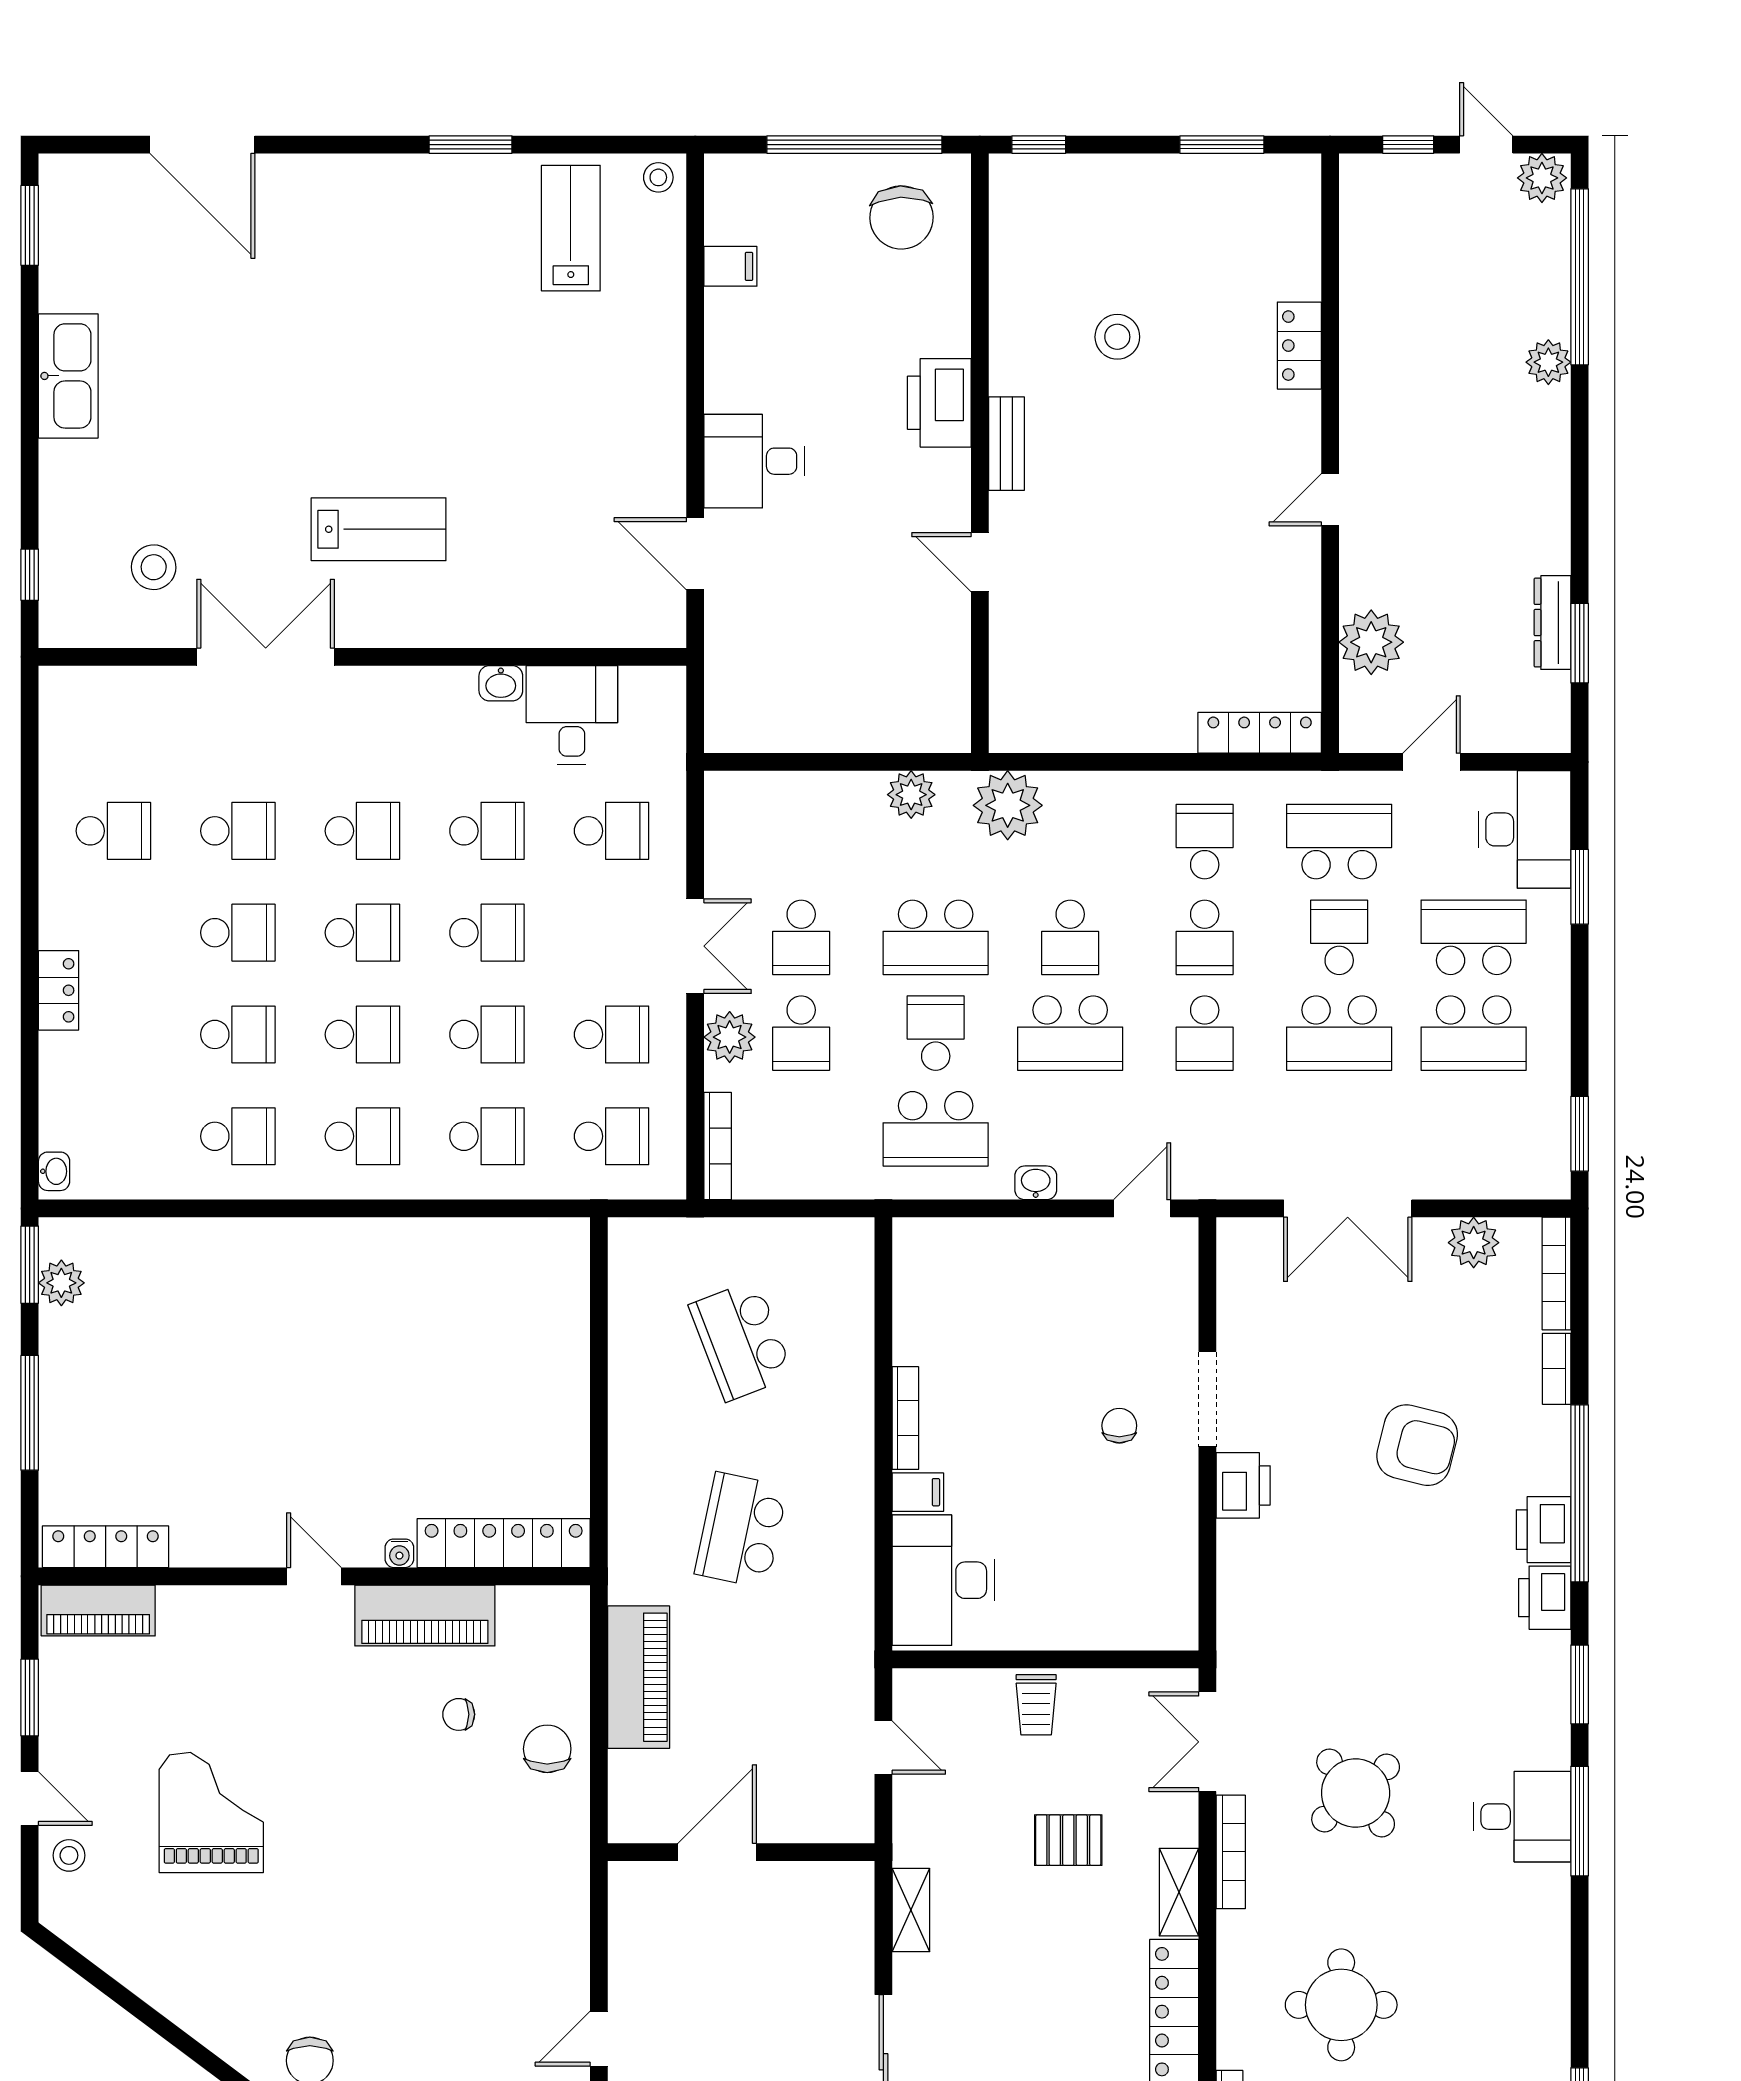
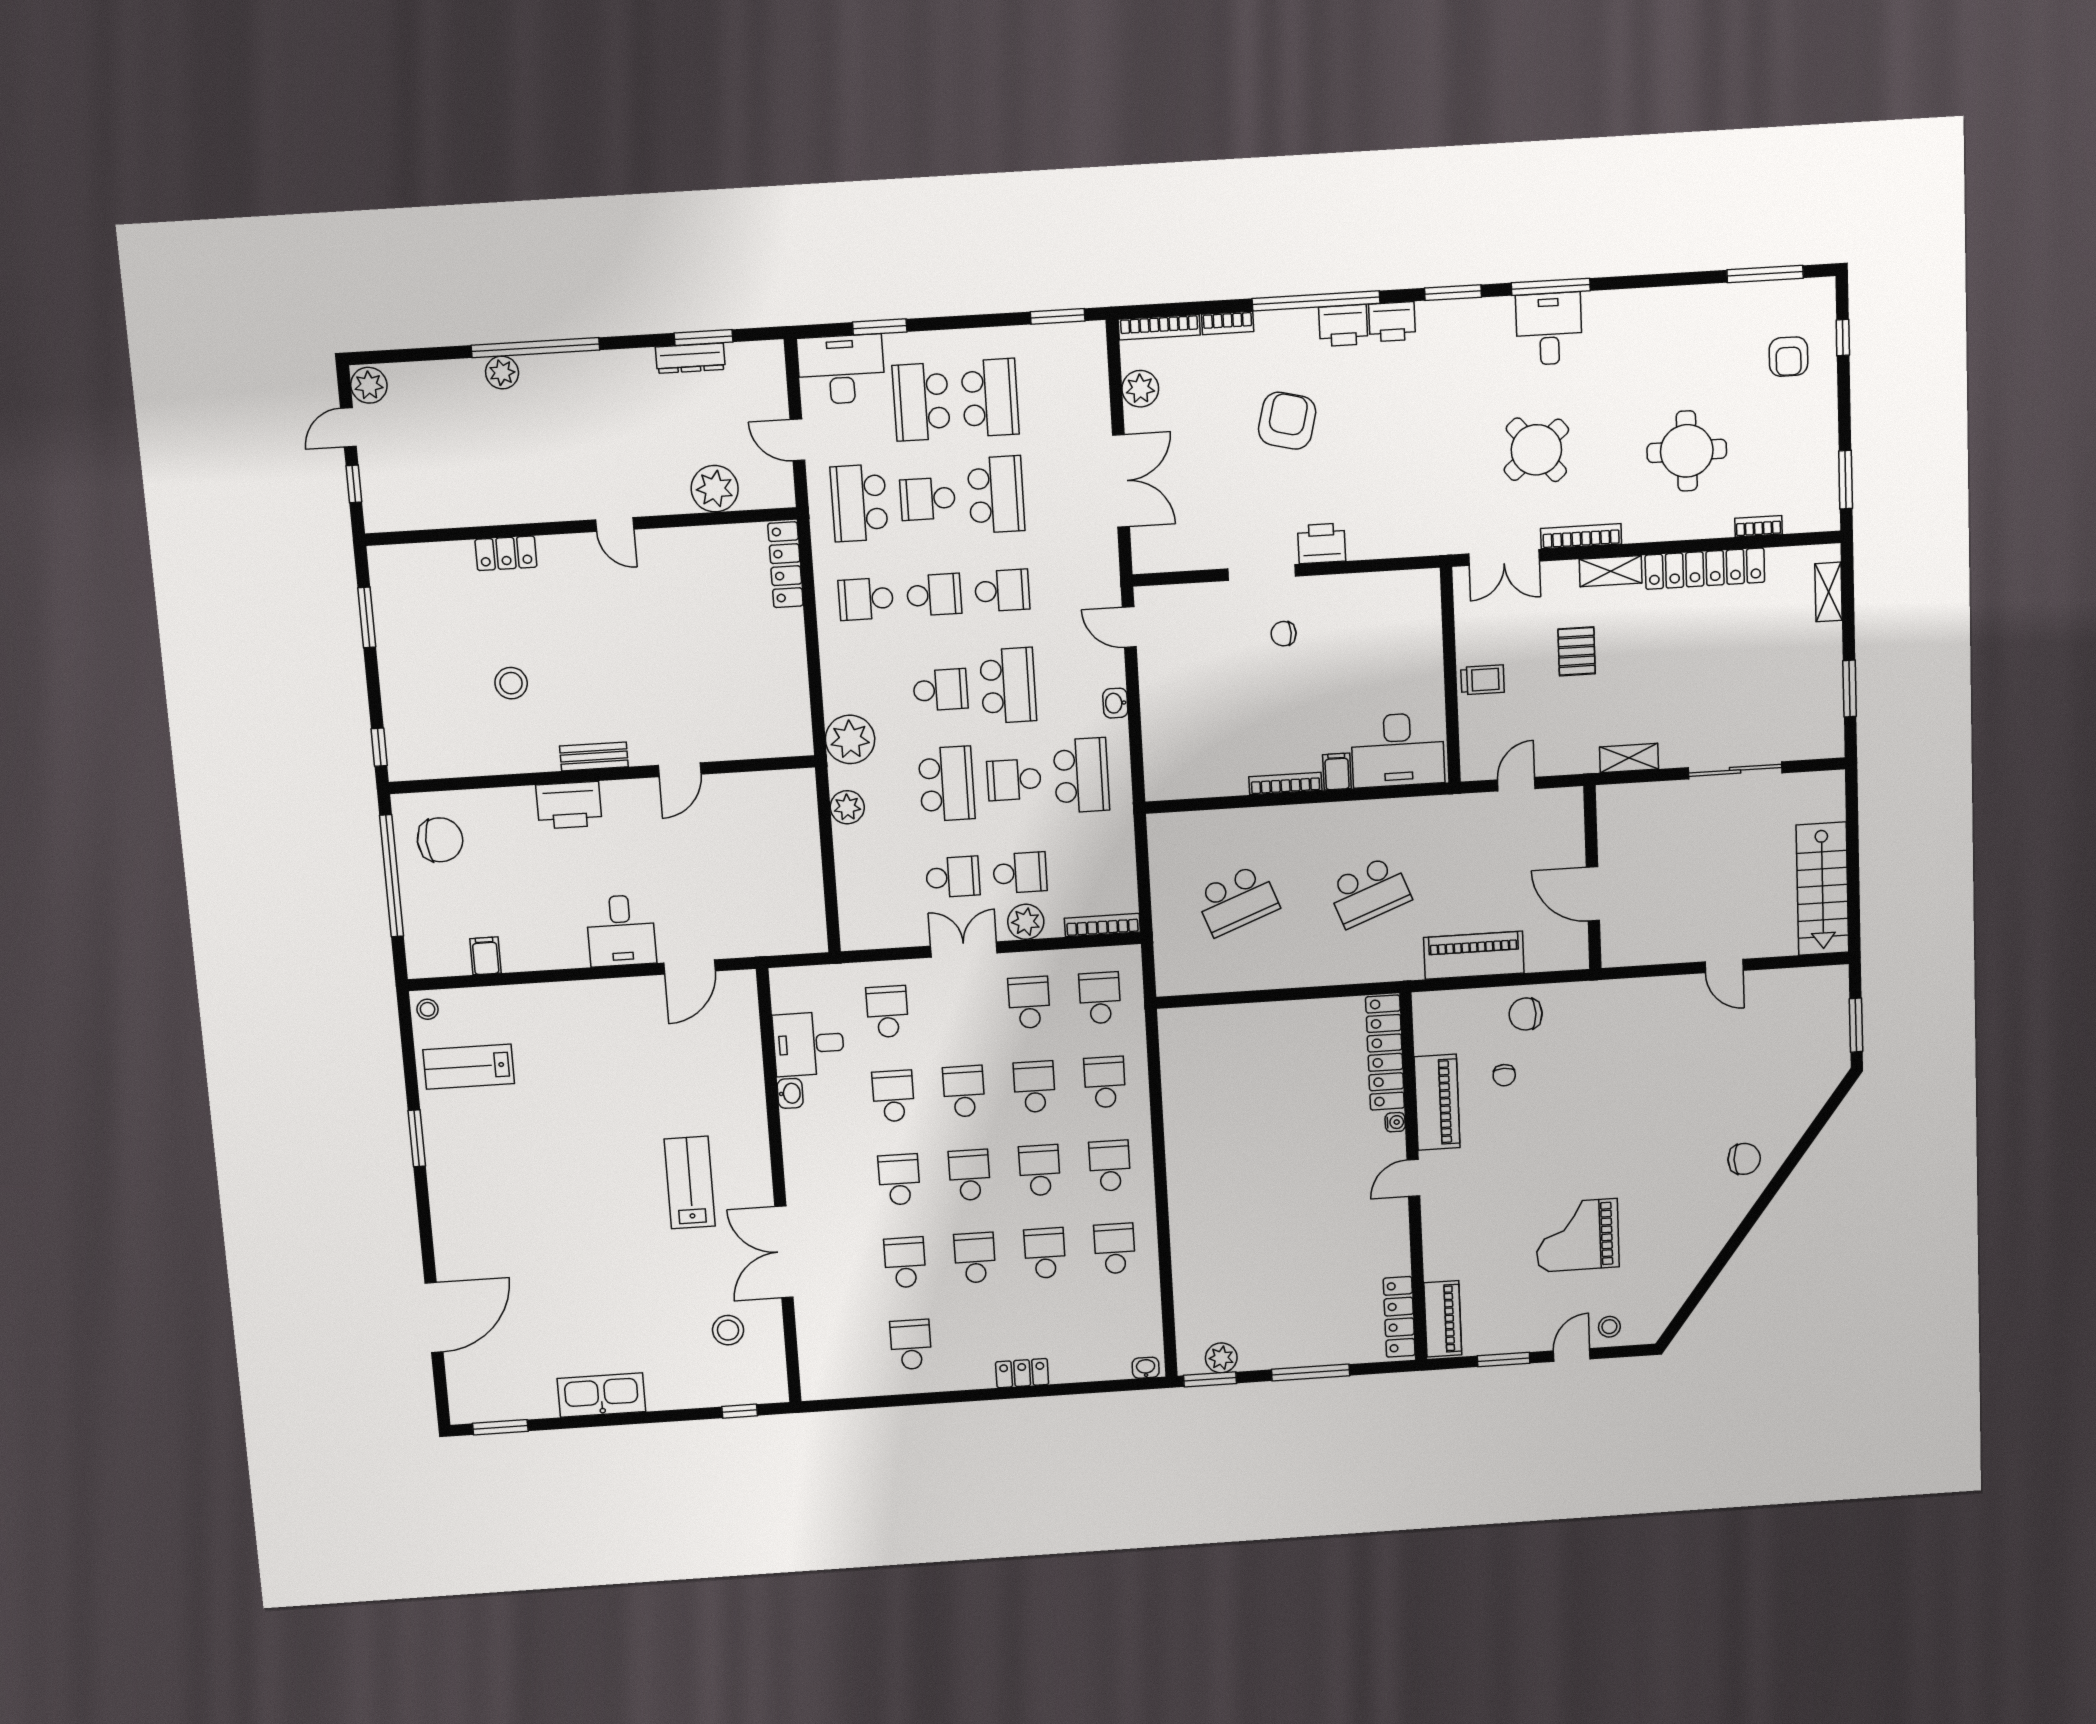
window: (1580, 277) -> (535, 348), moved
school desk: (741, 1530) -> (1369, 892), turned -33

